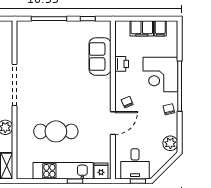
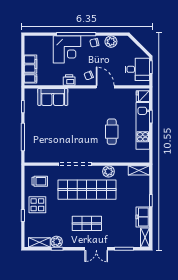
filing cabinet: (160, 28) -> (31, 79), moved
printer: (122, 64) -> (69, 80), moved
cafe table: (56, 131) -> (112, 132), width x0.73, depth x0.74
plant: (170, 143) -> (111, 42), moved

